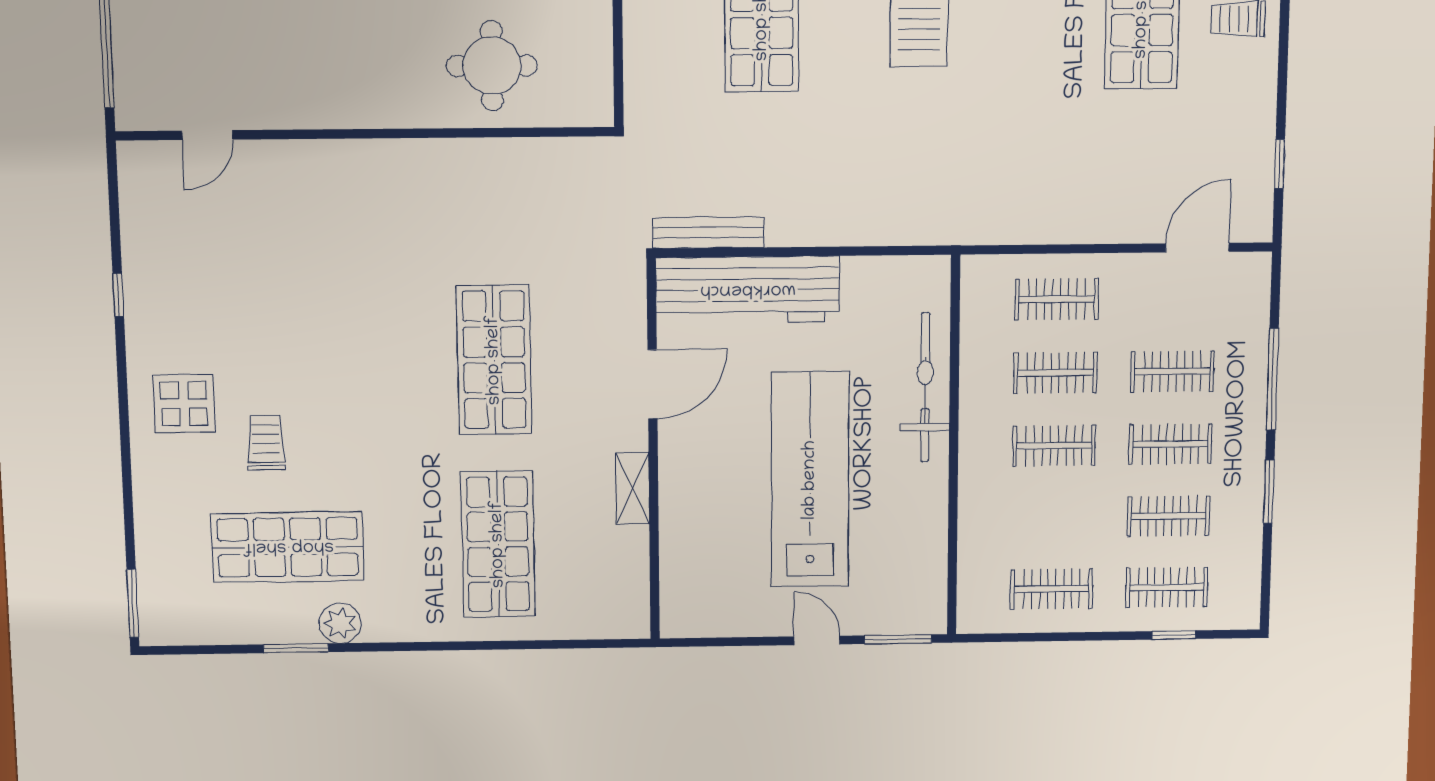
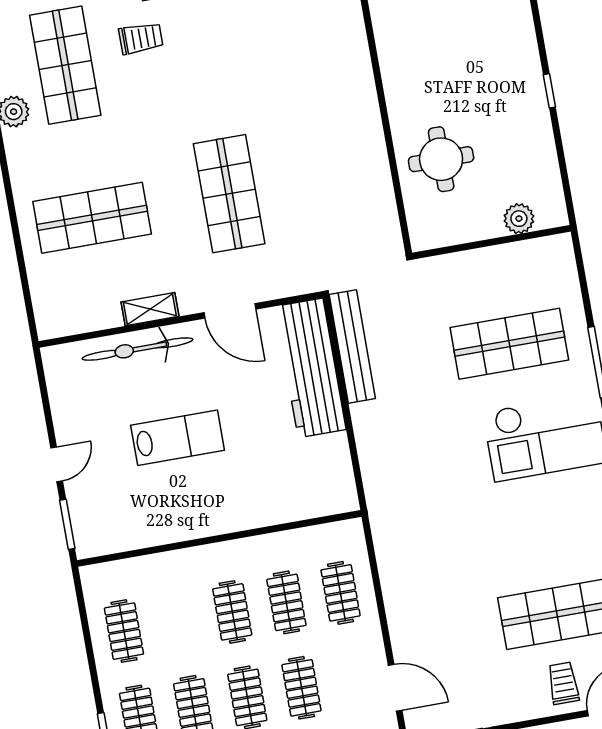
bench: (708, 233) -> (352, 347), width x1.37, depth x1.21
shop shelf: (494, 360) -> (229, 194), turned 90
bicycle: (925, 388) -> (138, 349), moved, turned 180
lab bench: (810, 480) -> (178, 438), width x0.54, depth x0.72

